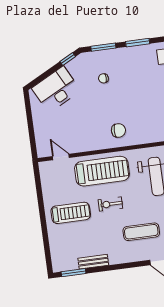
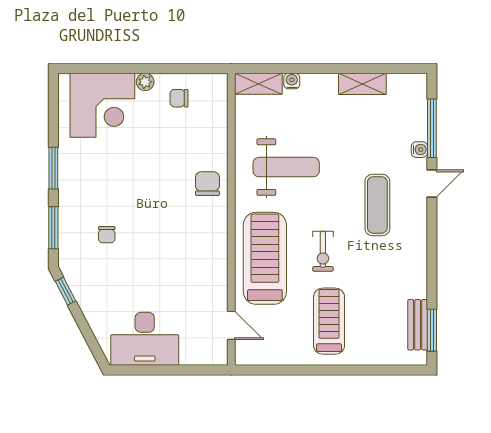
desk: (56, 89) -> (145, 339), moved, turned -62
chair: (118, 130) -> (207, 184), moved
door: (61, 157) -> (231, 325), swing flipped
bench: (93, 262) -> (418, 325), moved

